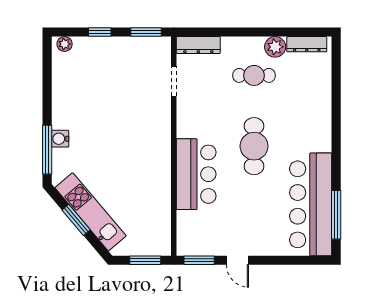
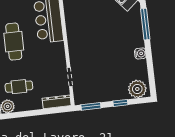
plant: (65, 44) -> (137, 89), width x1.88, depth x1.88
water cooler: (60, 139) -> (140, 53), moved

